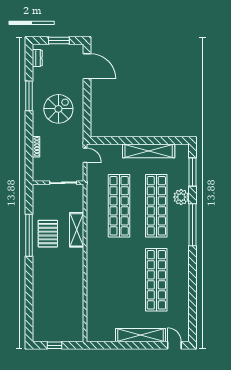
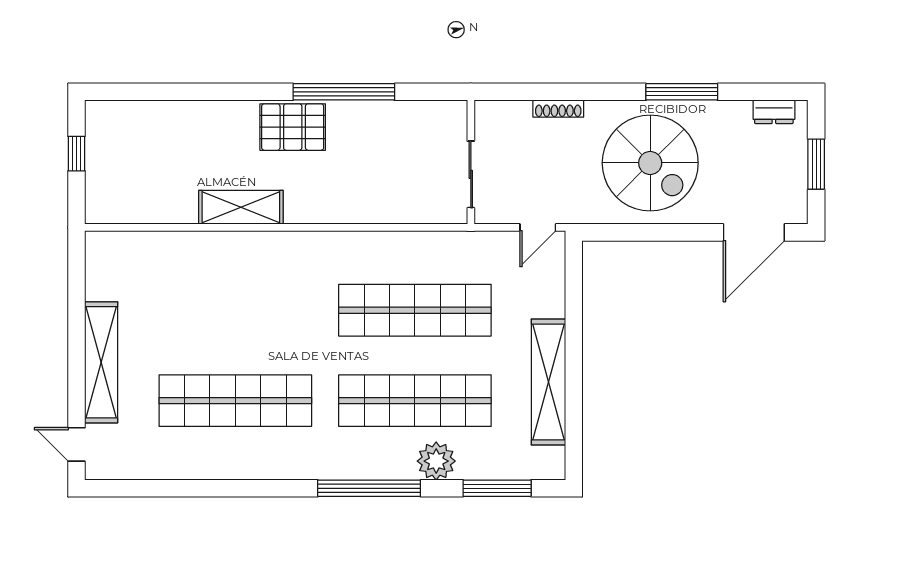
spiral stairs: (58, 109) -> (650, 163), width x1.37, depth x1.37
shelving: (77, 230) -> (241, 207), moved
pallet: (48, 234) -> (293, 127), moved
door: (174, 345) -> (77, 444), swing flipped

